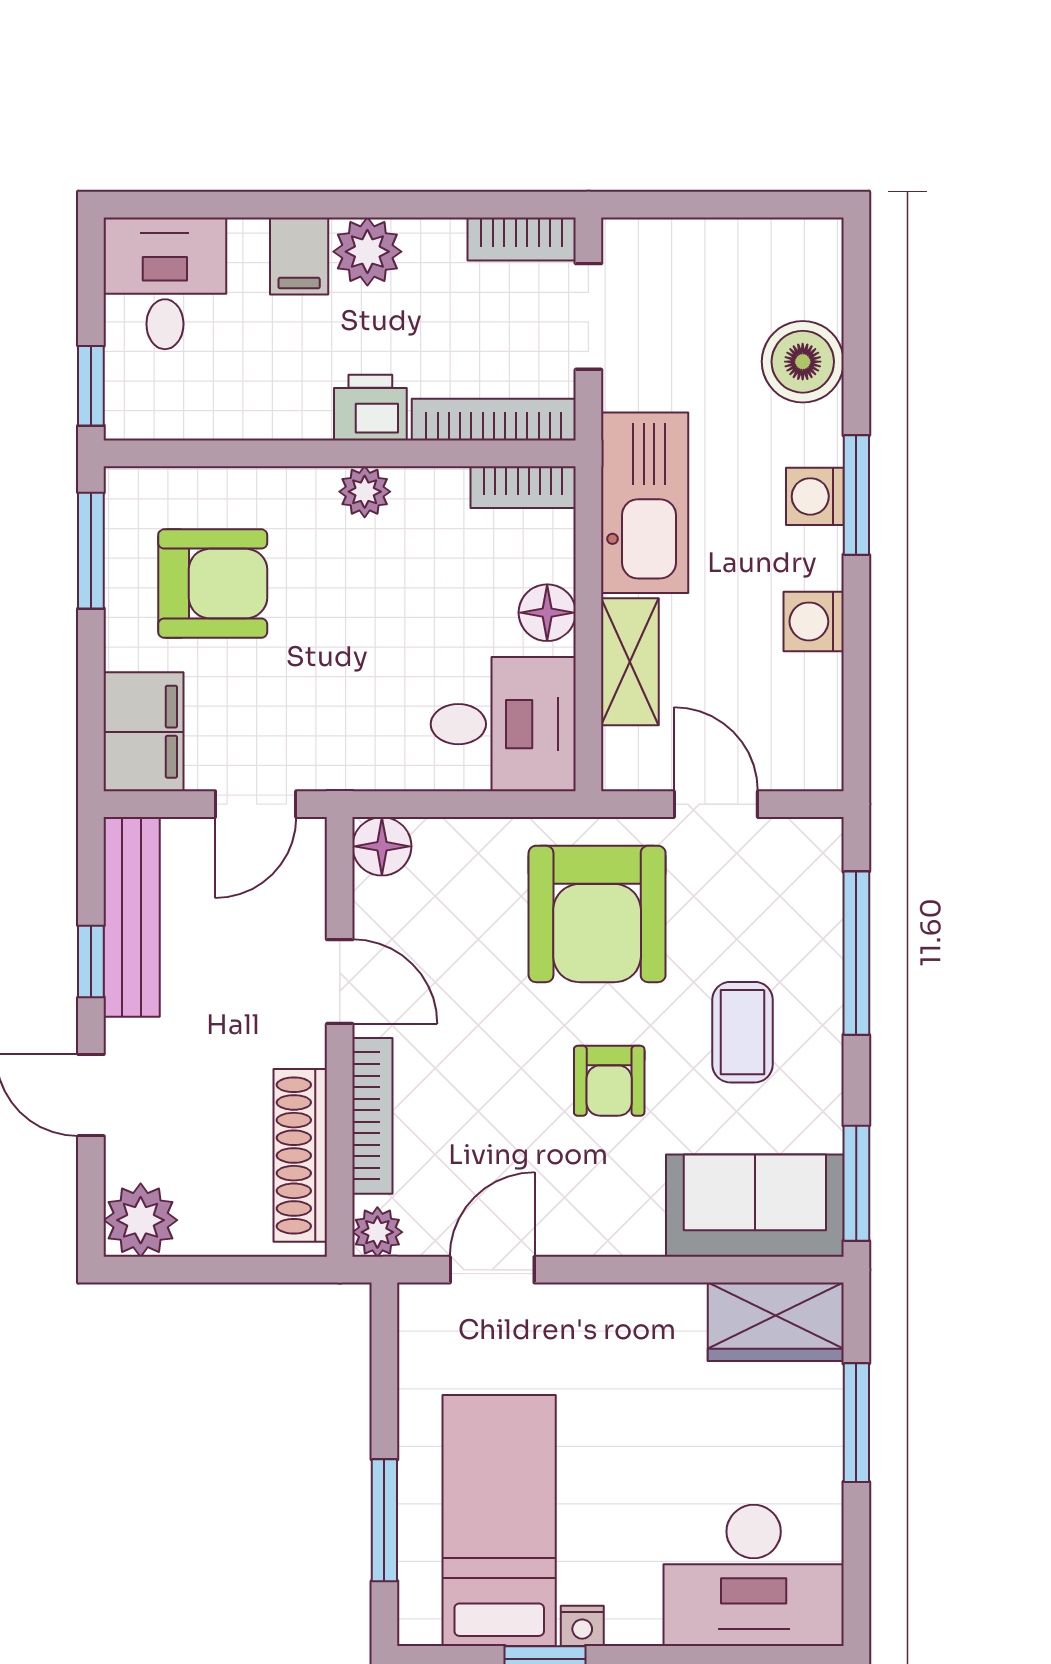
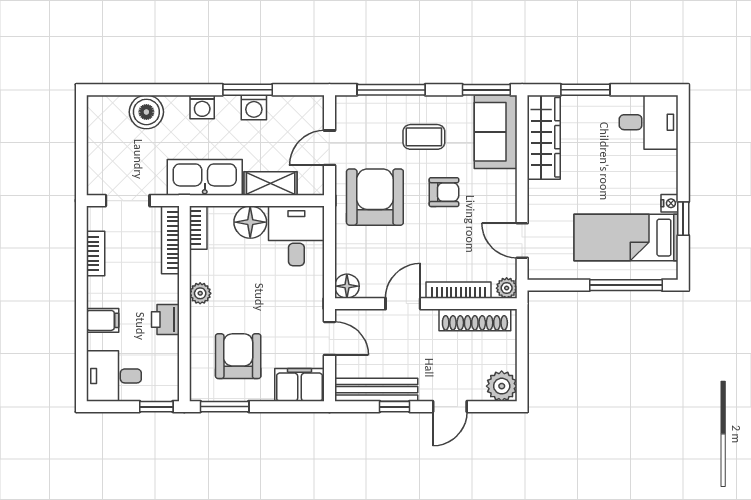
bookcase: (522, 239) -> (96, 254), moved
plant: (367, 252) -> (101, 292), removed
printer: (370, 408) -> (165, 320), moved
window: (856, 495) -> (248, 90), moved
floor lamp: (547, 613) -> (250, 222), width x1.38, depth x1.38
armchair: (597, 914) -> (375, 197), turned -90
wardrobe: (776, 1322) -> (544, 137), width x1.50
window: (384, 1520) -> (626, 285), width x1.44
desk: (754, 1575) -> (649, 122), width x0.73

